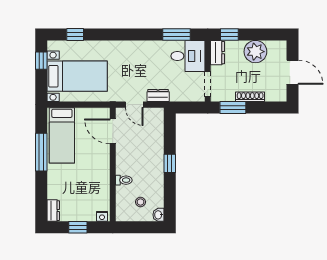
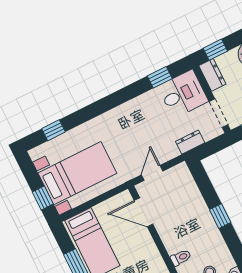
window: (177, 34) -> (160, 77), width x0.67
window: (41, 61) -> (43, 198), moved
dresser: (158, 95) -> (190, 142), moved
door: (134, 105) -> (152, 173), swing flipped

